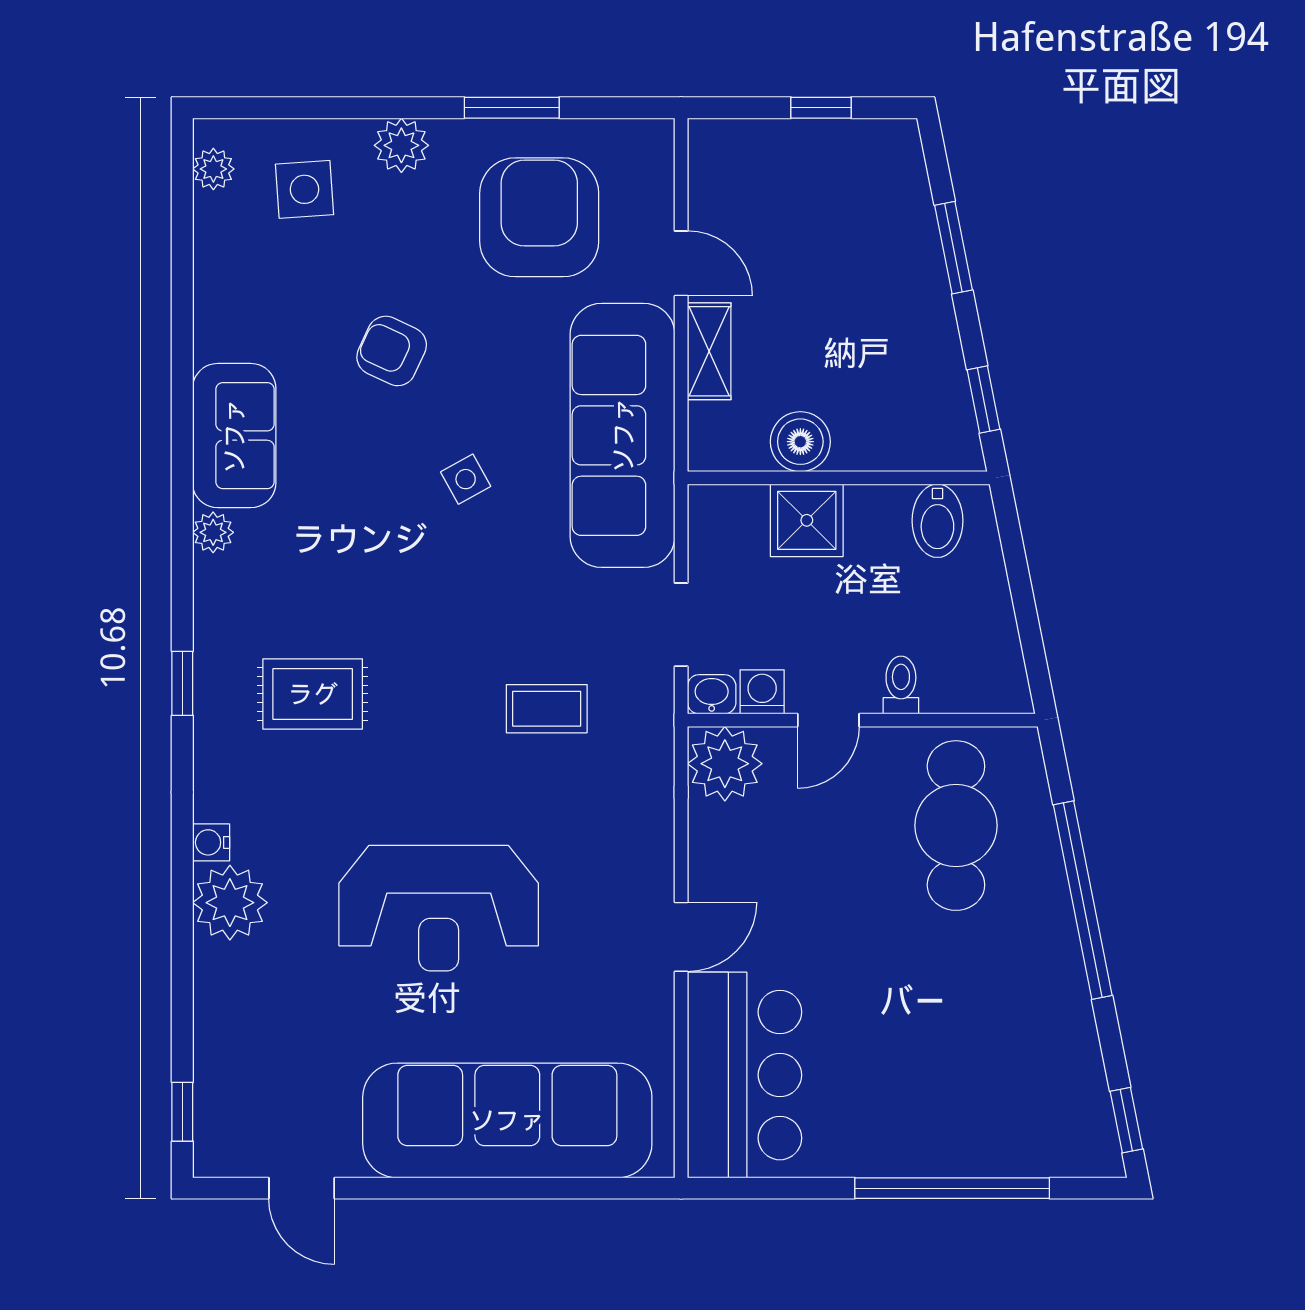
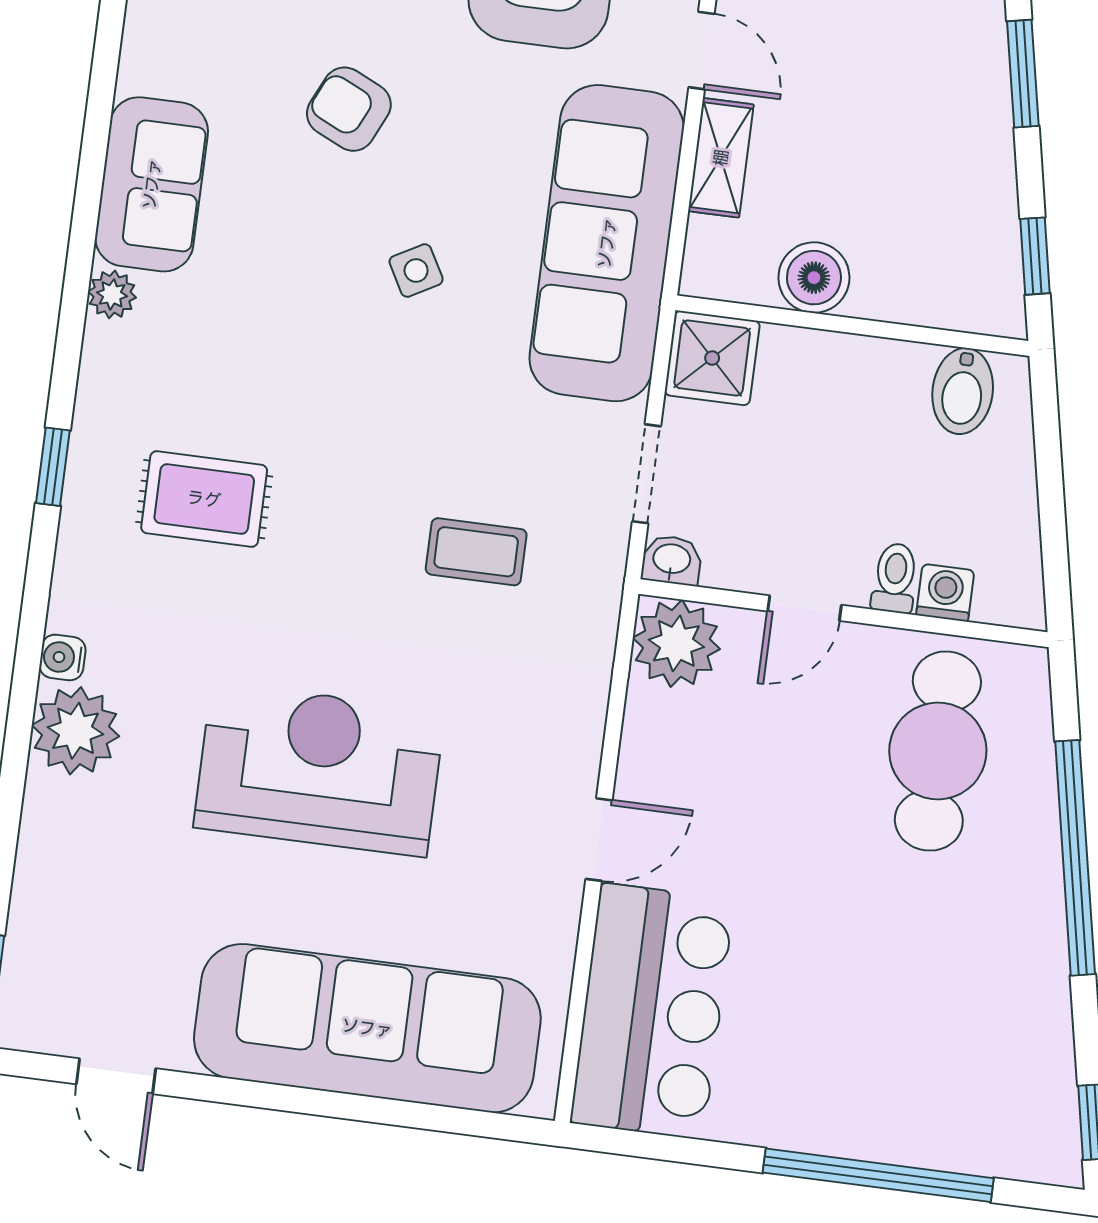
shower: (807, 520) -> (712, 358), moved
washing machine: (762, 692) -> (945, 593), moved
reception desk: (439, 908) -> (319, 769), turned 180

